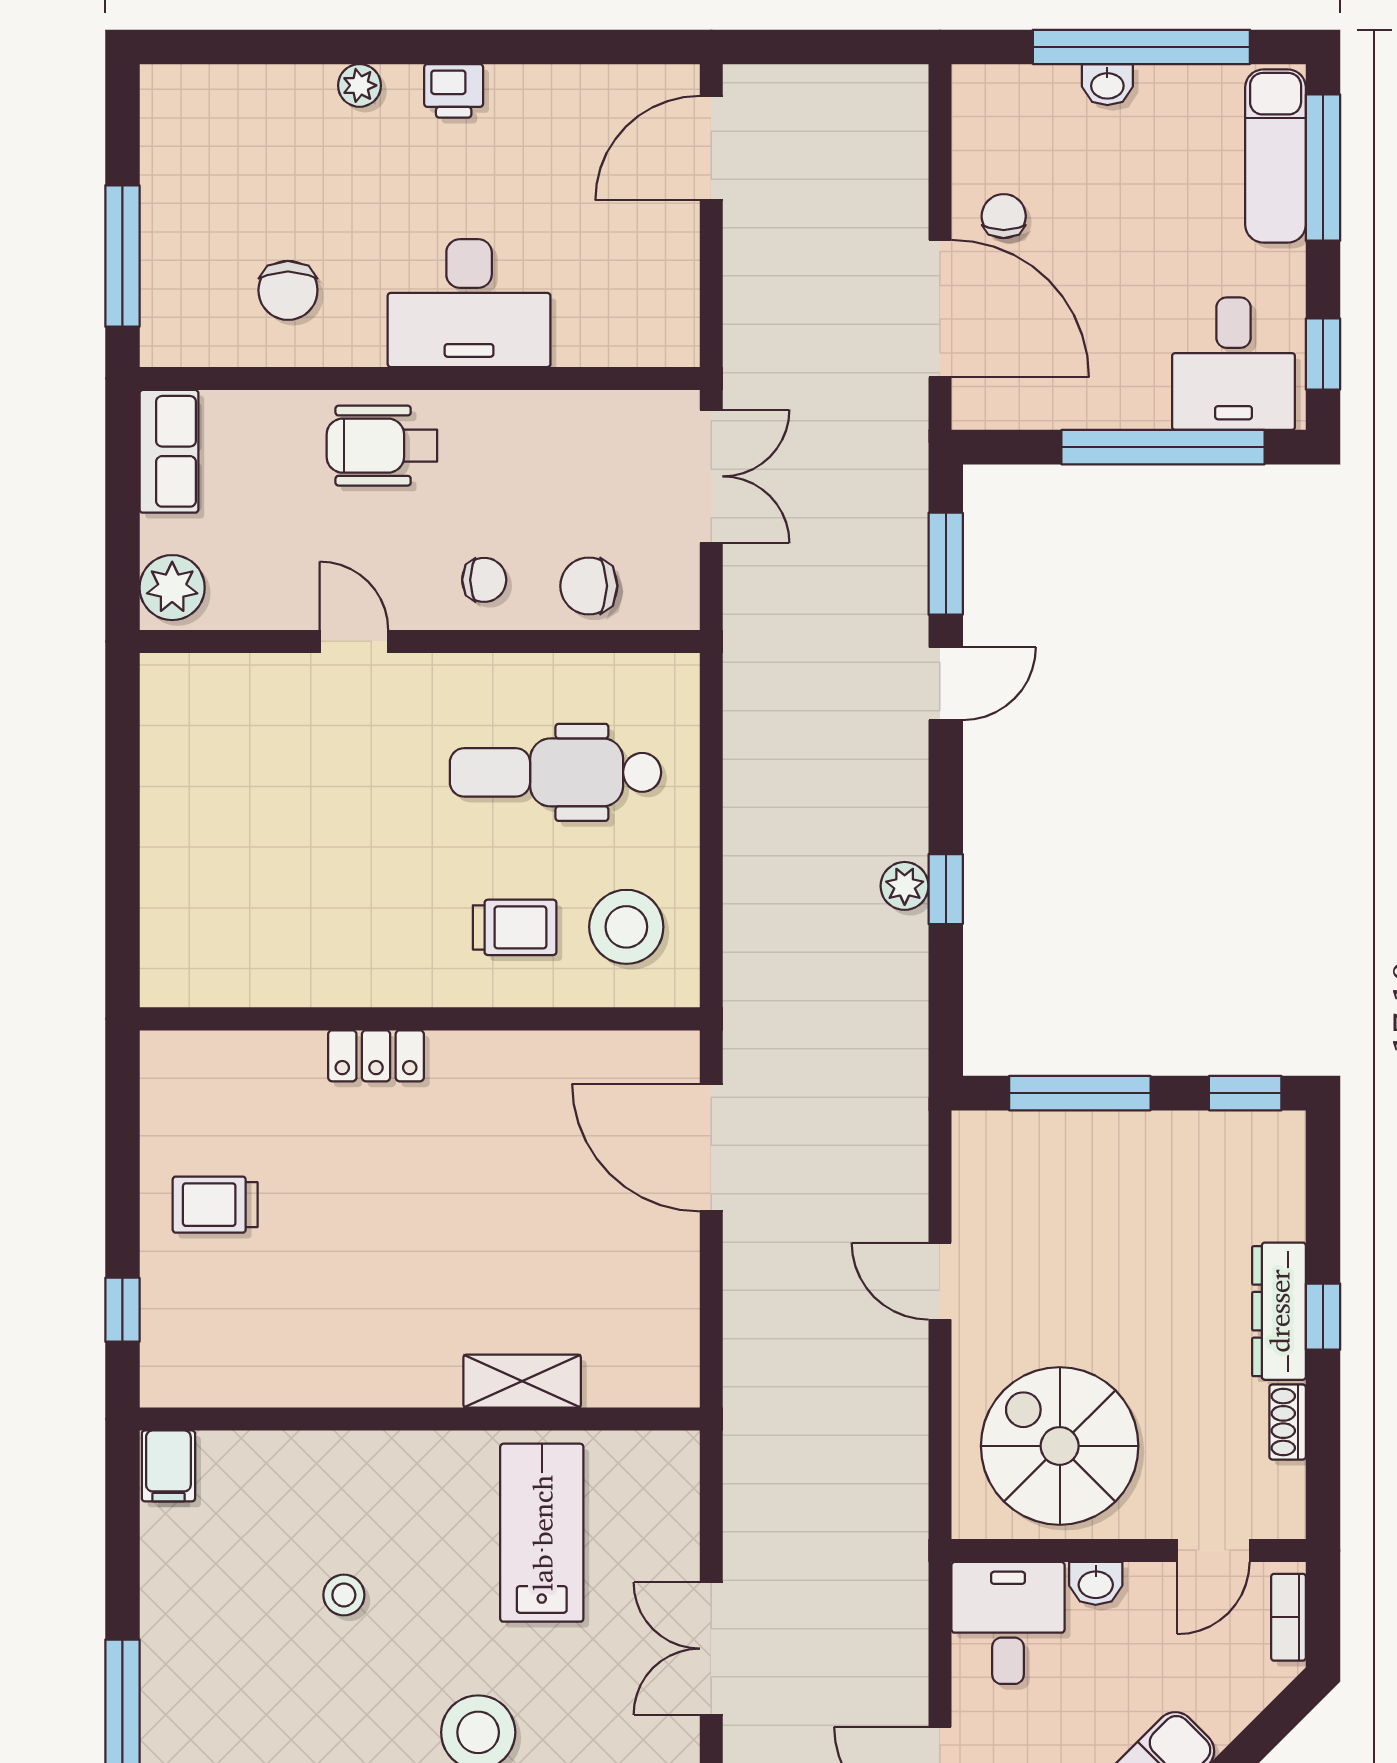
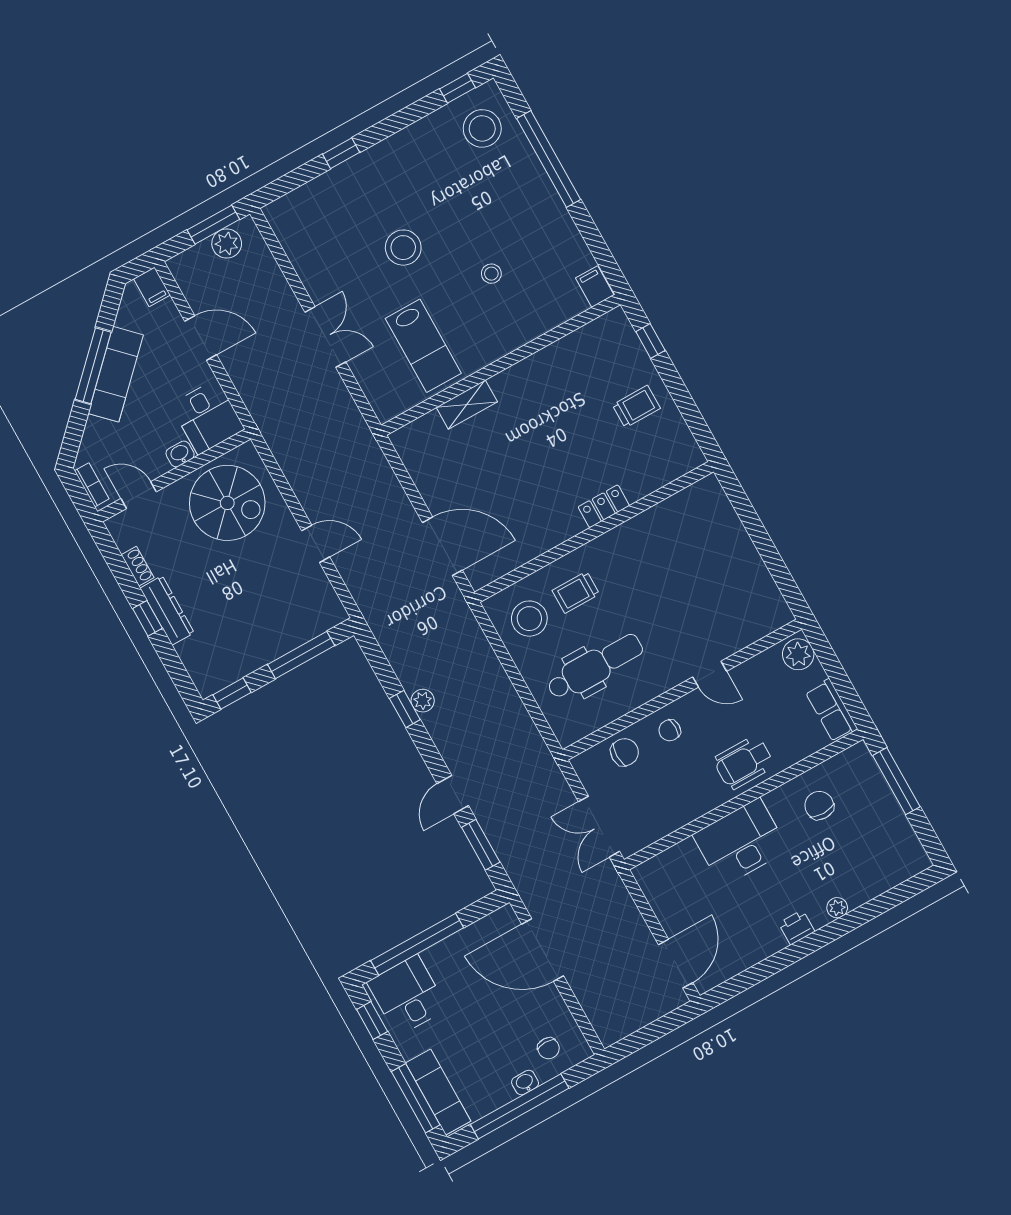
chair: (1004, 216) -> (548, 1048), moved
wheelchair: (382, 446) -> (744, 763), turned 180
door: (1213, 1550) -> (139, 495), hinge flipped

